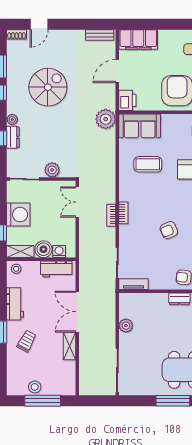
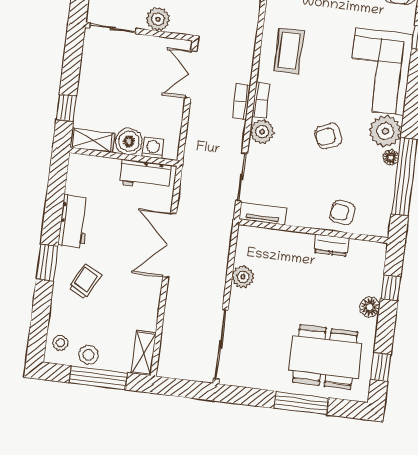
coffee table: (148, 164) -> (289, 51), moved, turned 90
washing machine: (18, 215) -> (96, 82), removed
plant: (127, 233) -> (262, 132), added
stool: (16, 269) -> (60, 343), moved
shelving: (69, 346) -> (144, 353), moved

